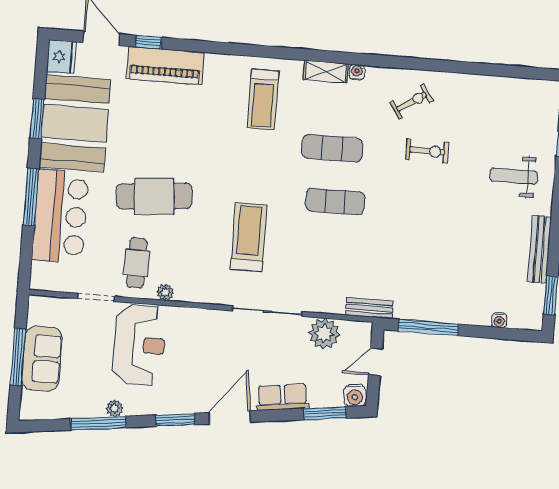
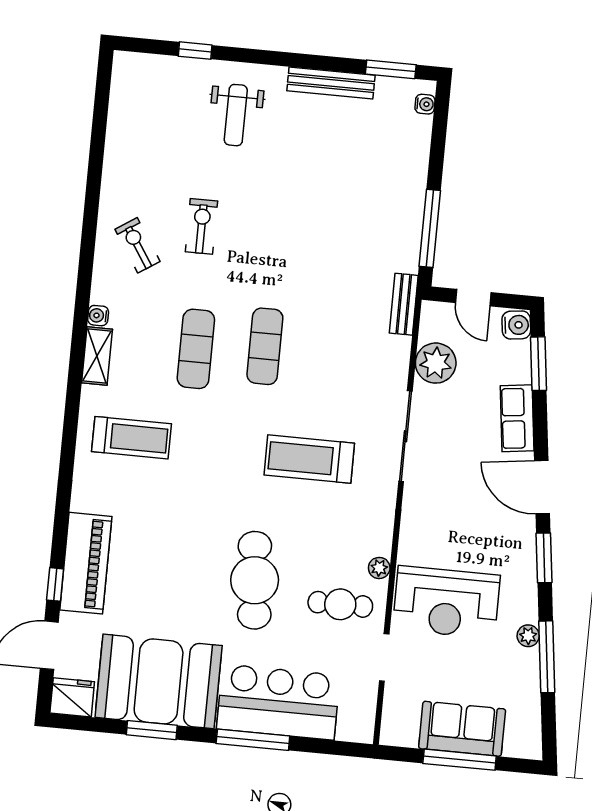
water cooler: (499, 320) -> (425, 104), moved
reception desk: (140, 345) -> (446, 602), turned 180

